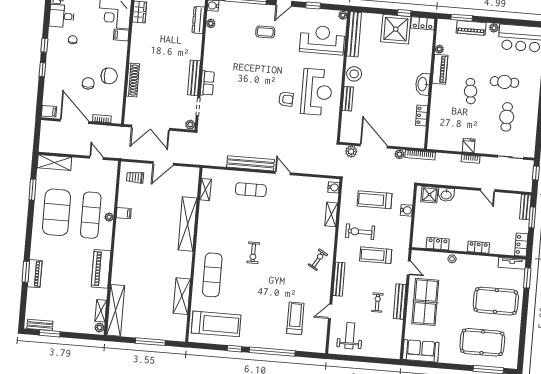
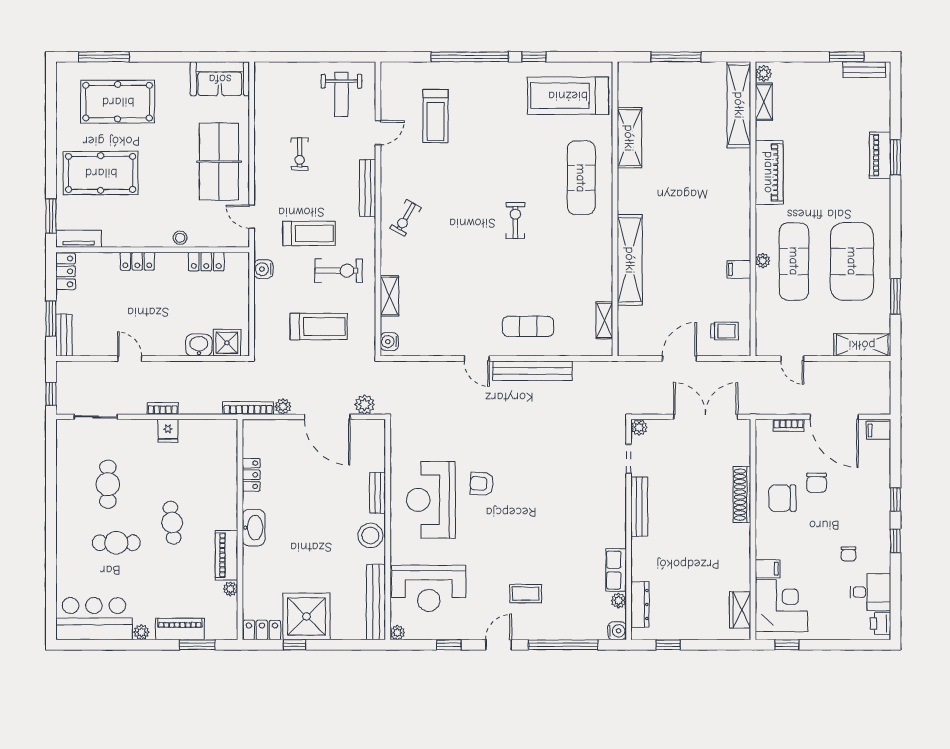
row of seats: (207, 83) -> (616, 570), moved
water cooler: (406, 210) -> (263, 269), moved
bench: (400, 302) -> (262, 159), removed

